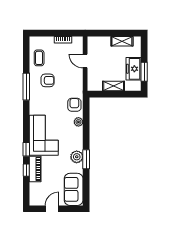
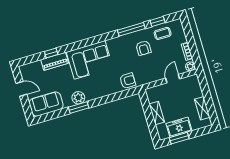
plant: (78, 122) -> (190, 66), moved
window: (26, 149) -> (158, 21), moved

